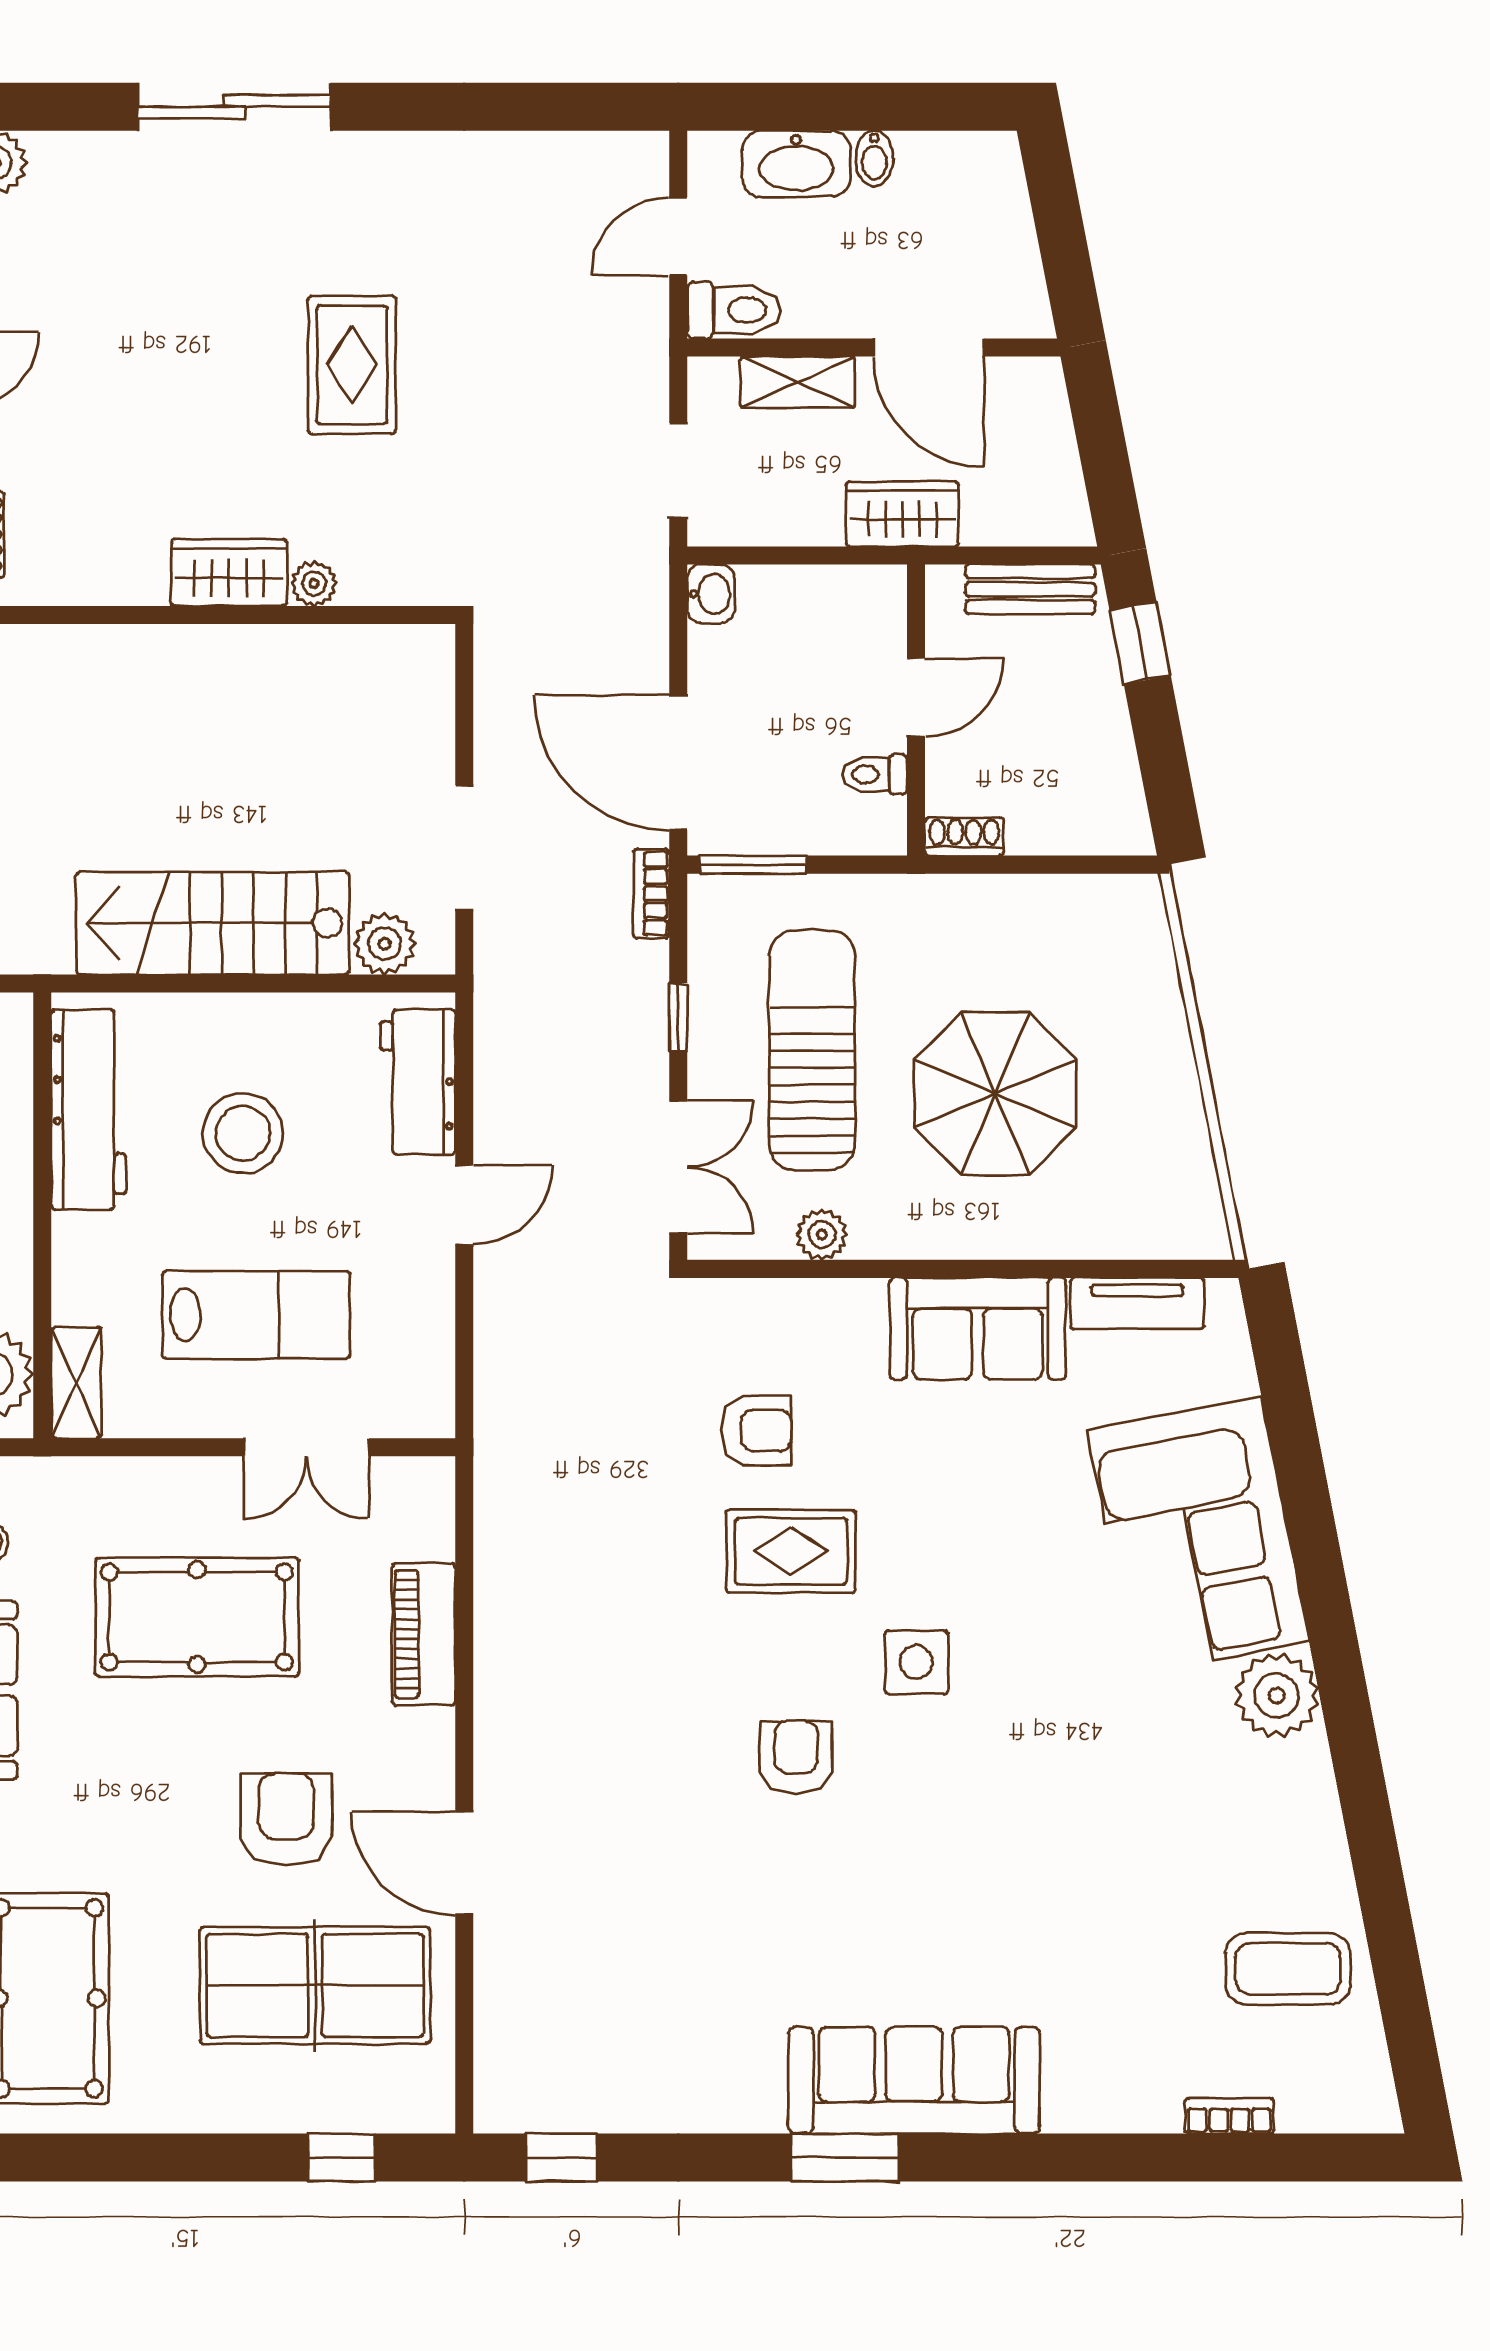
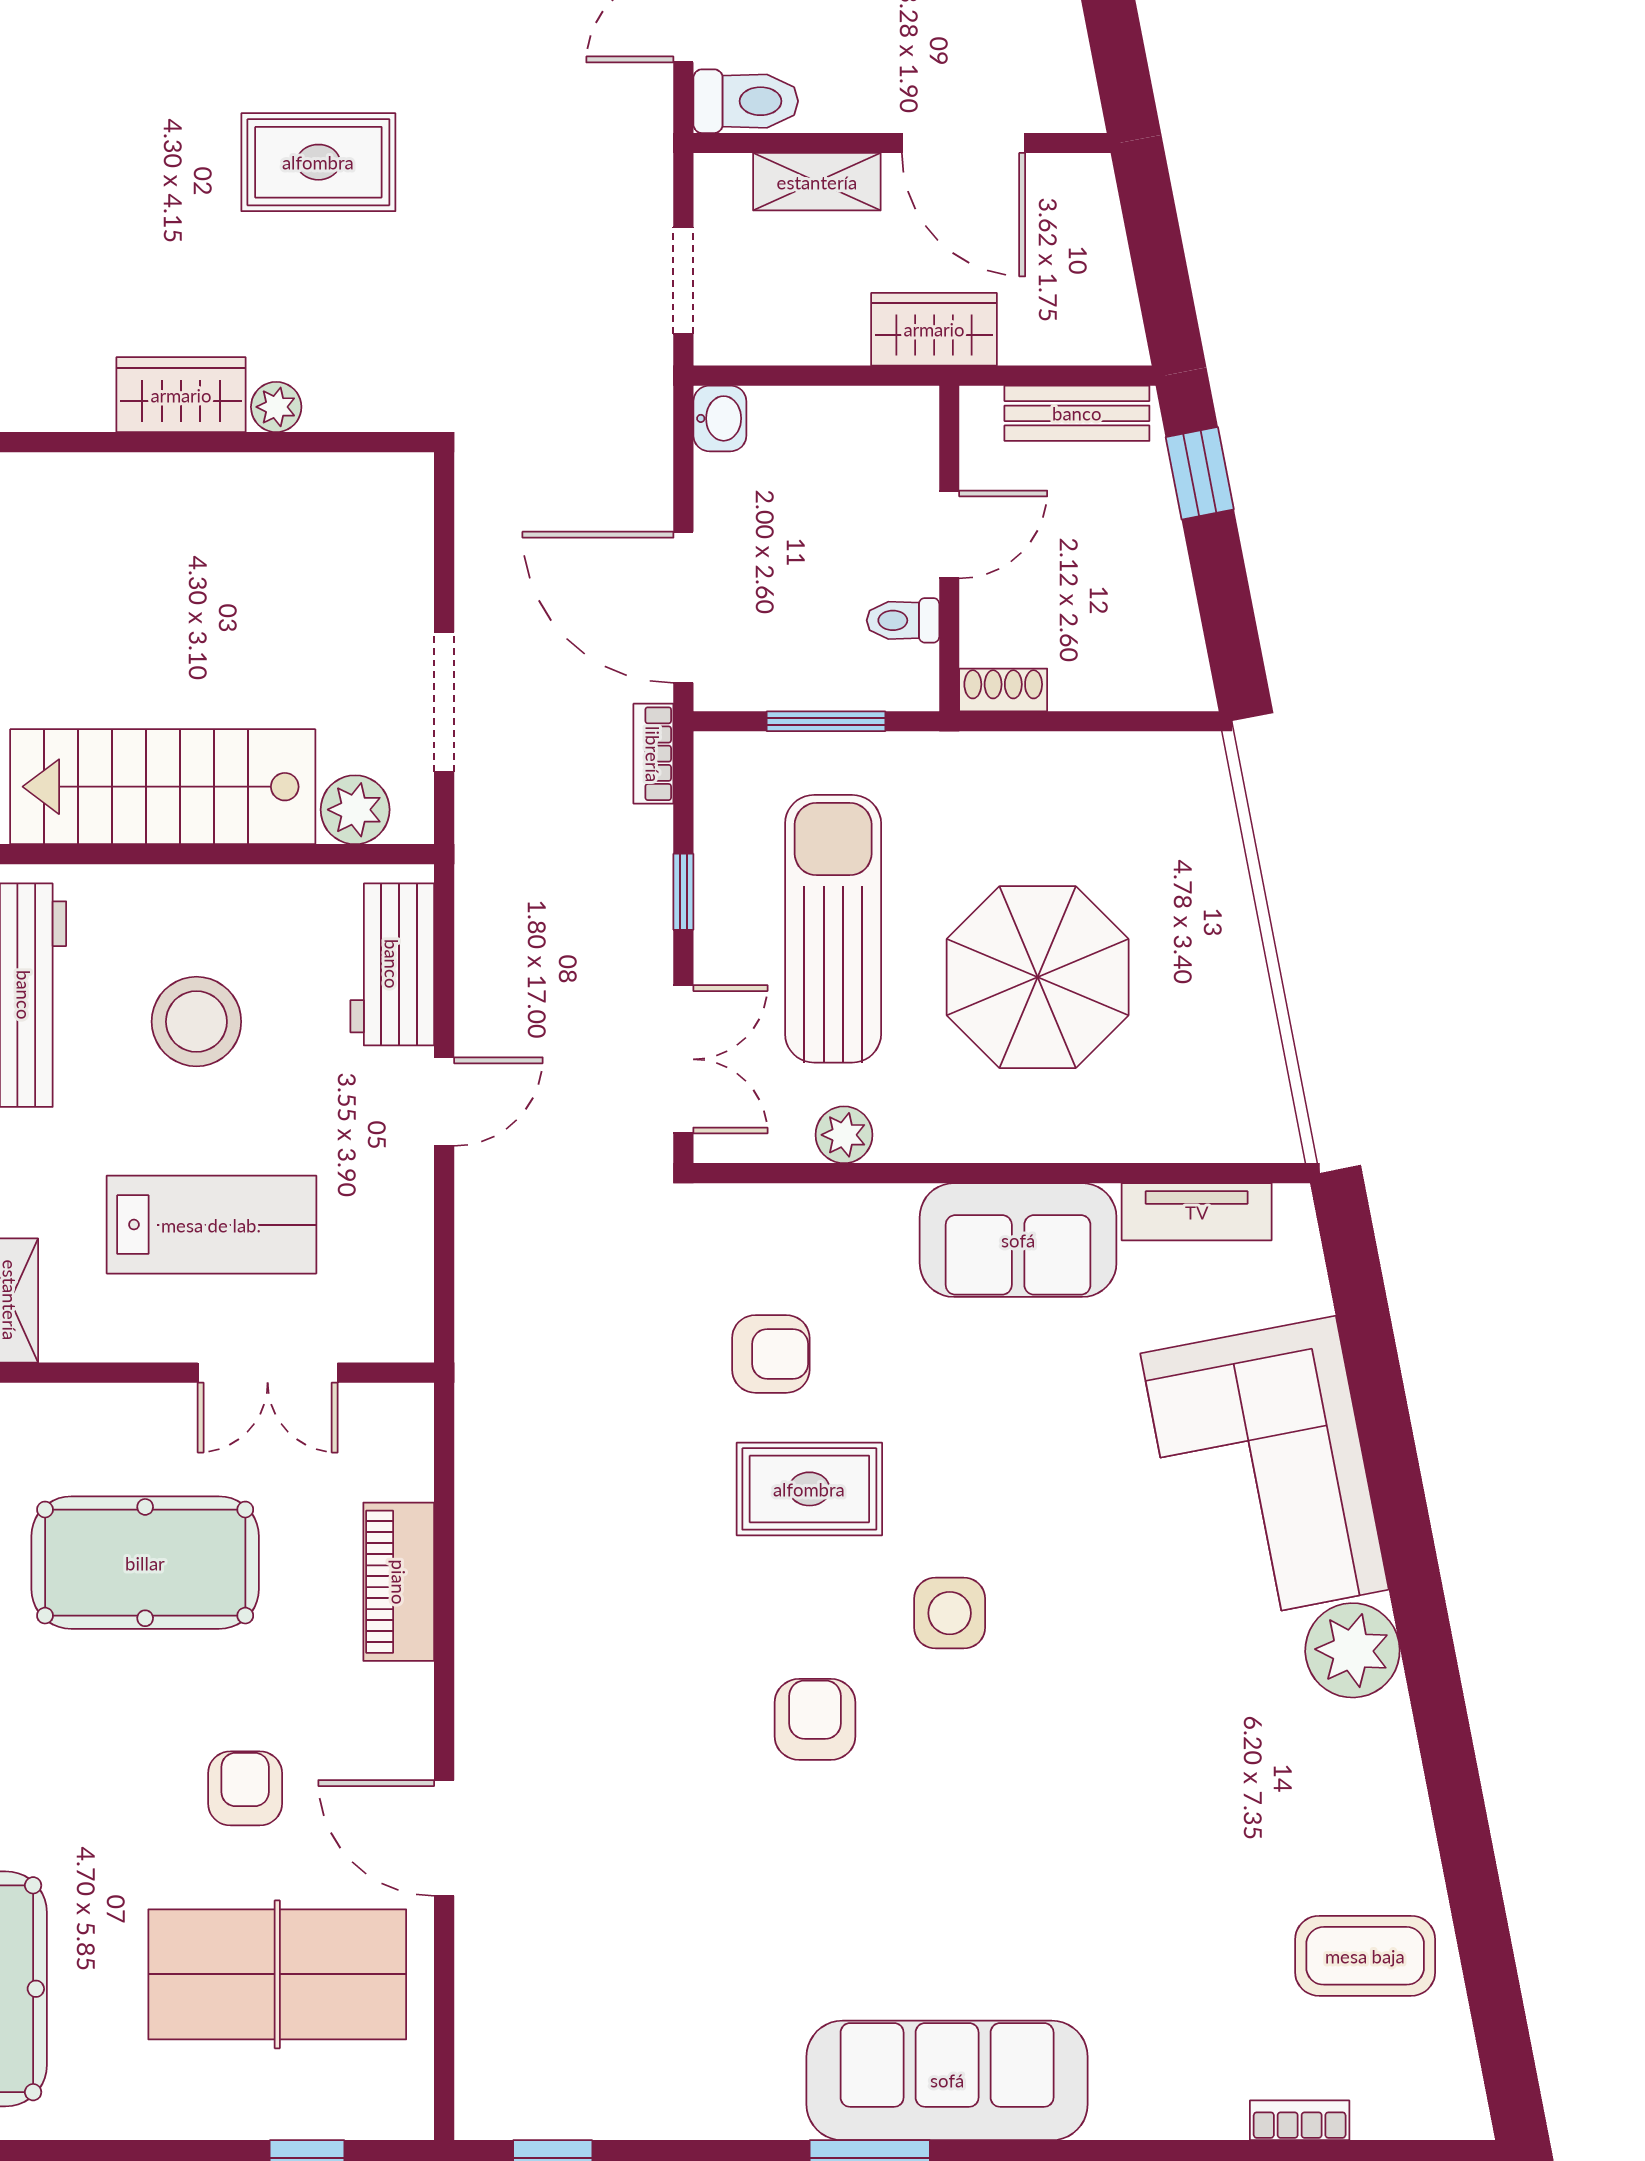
rug: (352, 365) -> (318, 162), turned 90
window: (753, 865) -> (826, 721), moved
armchair: (286, 1819) -> (245, 1788), width x0.72, depth x0.72

